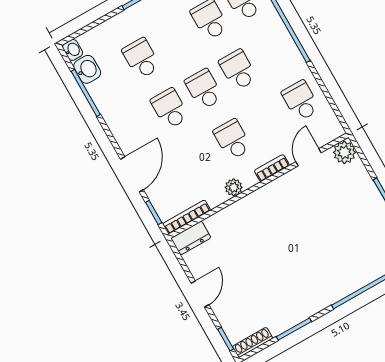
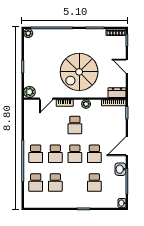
washbasin: (87, 69) -> (120, 169), moved
school desk: (301, 101) -> (36, 154), moved
door: (132, 174) -> (127, 146), moved
spiral stairs: (278, 237) -> (79, 72), added
door: (200, 294) -> (127, 66), hinge flipped

